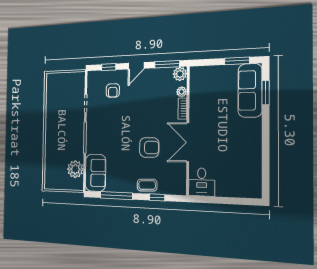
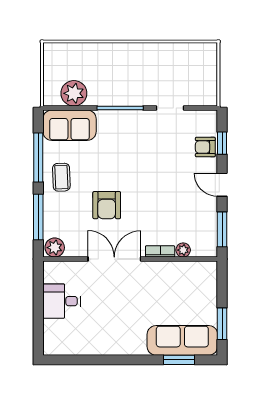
plant: (180, 74) -> (55, 248), moved
armchair: (113, 90) -> (205, 147), moved
desk: (202, 182) -> (61, 301), moved
coffee table: (147, 185) -> (61, 177), moved
window: (157, 197) -> (38, 217), width x2.17

